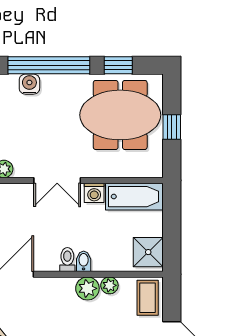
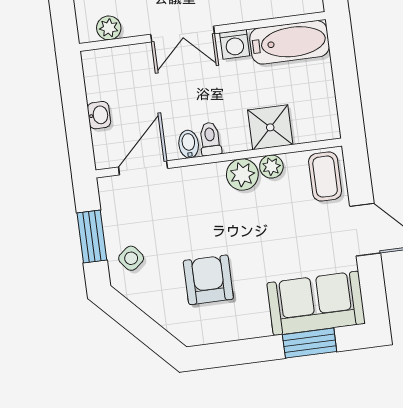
shower: (148, 252) -> (270, 127), moved
bidet: (84, 261) -> (189, 144), moved

